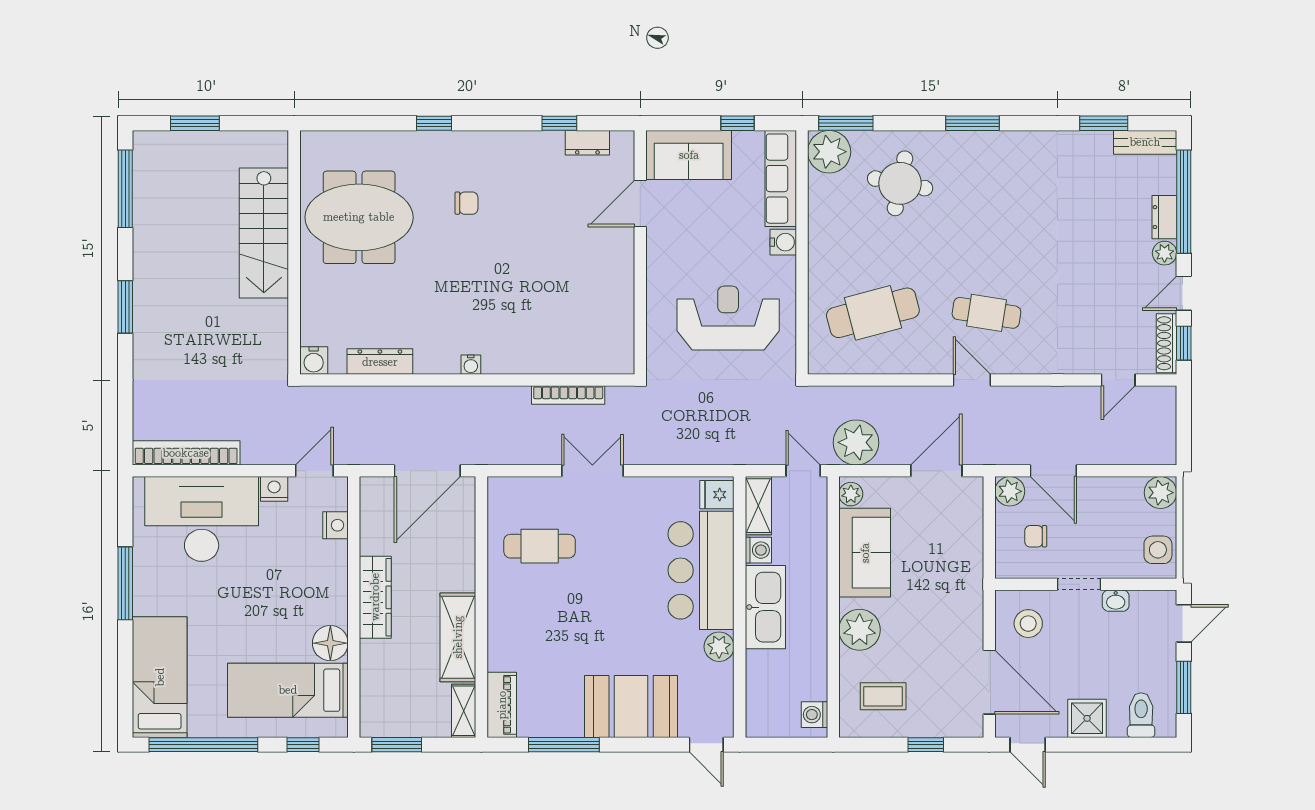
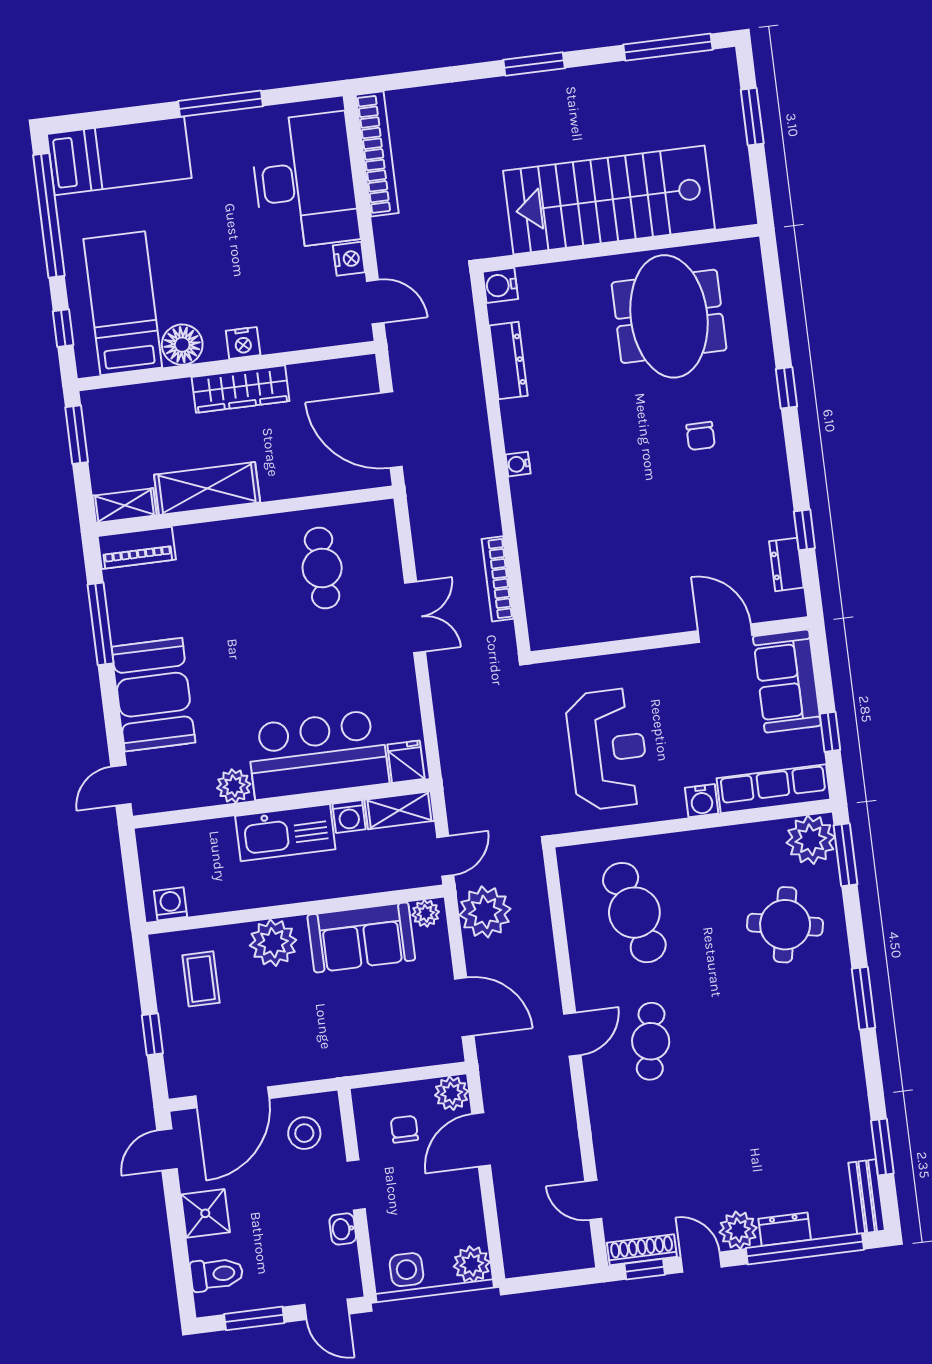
stairs: (264, 233) -> (609, 200), width x1.36, depth x1.51
plant: (1165, 253) -> (738, 1230), width x1.38, depth x1.38
nightstand: (335, 525) -> (243, 343), moved

